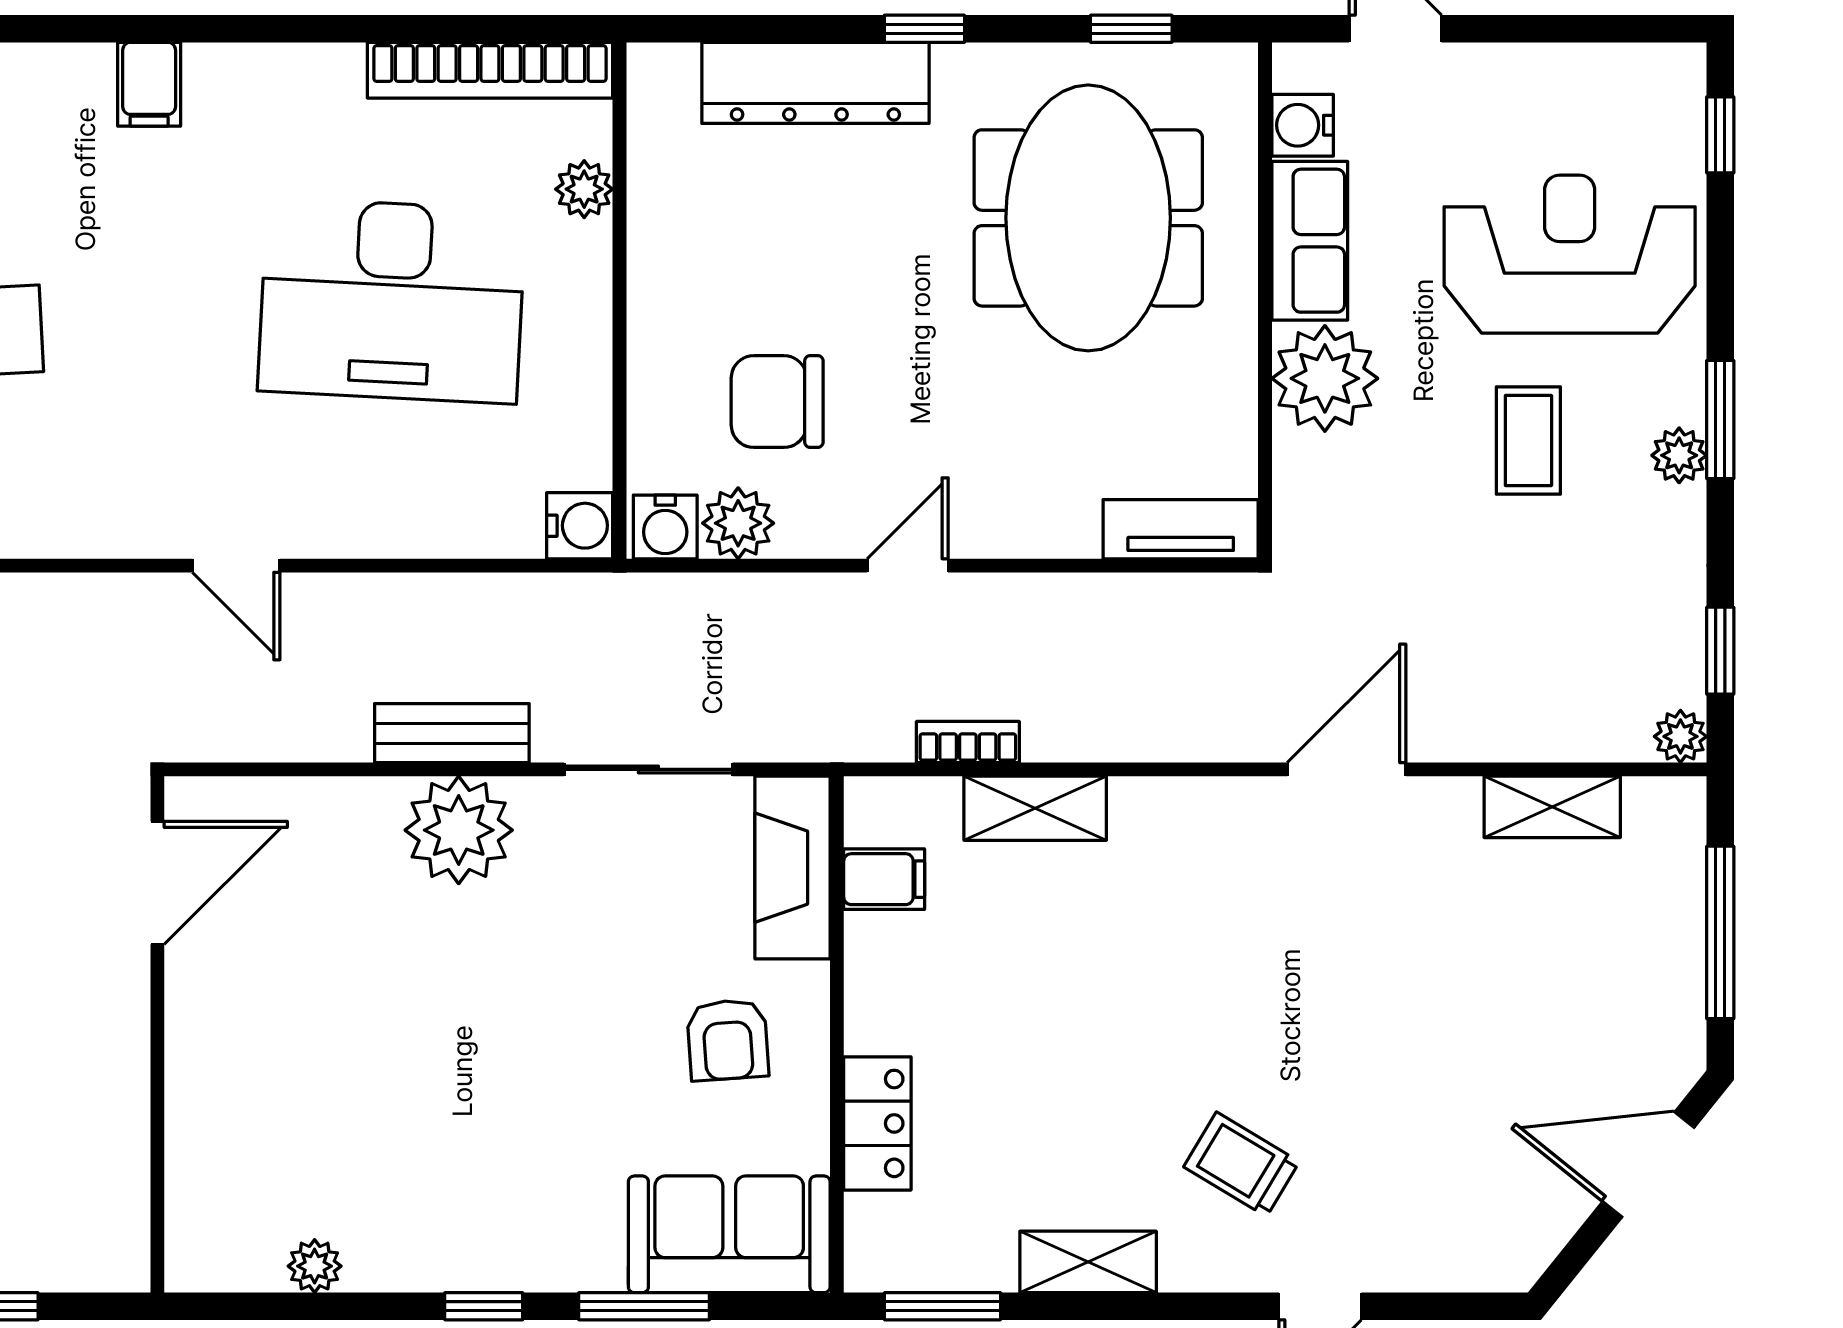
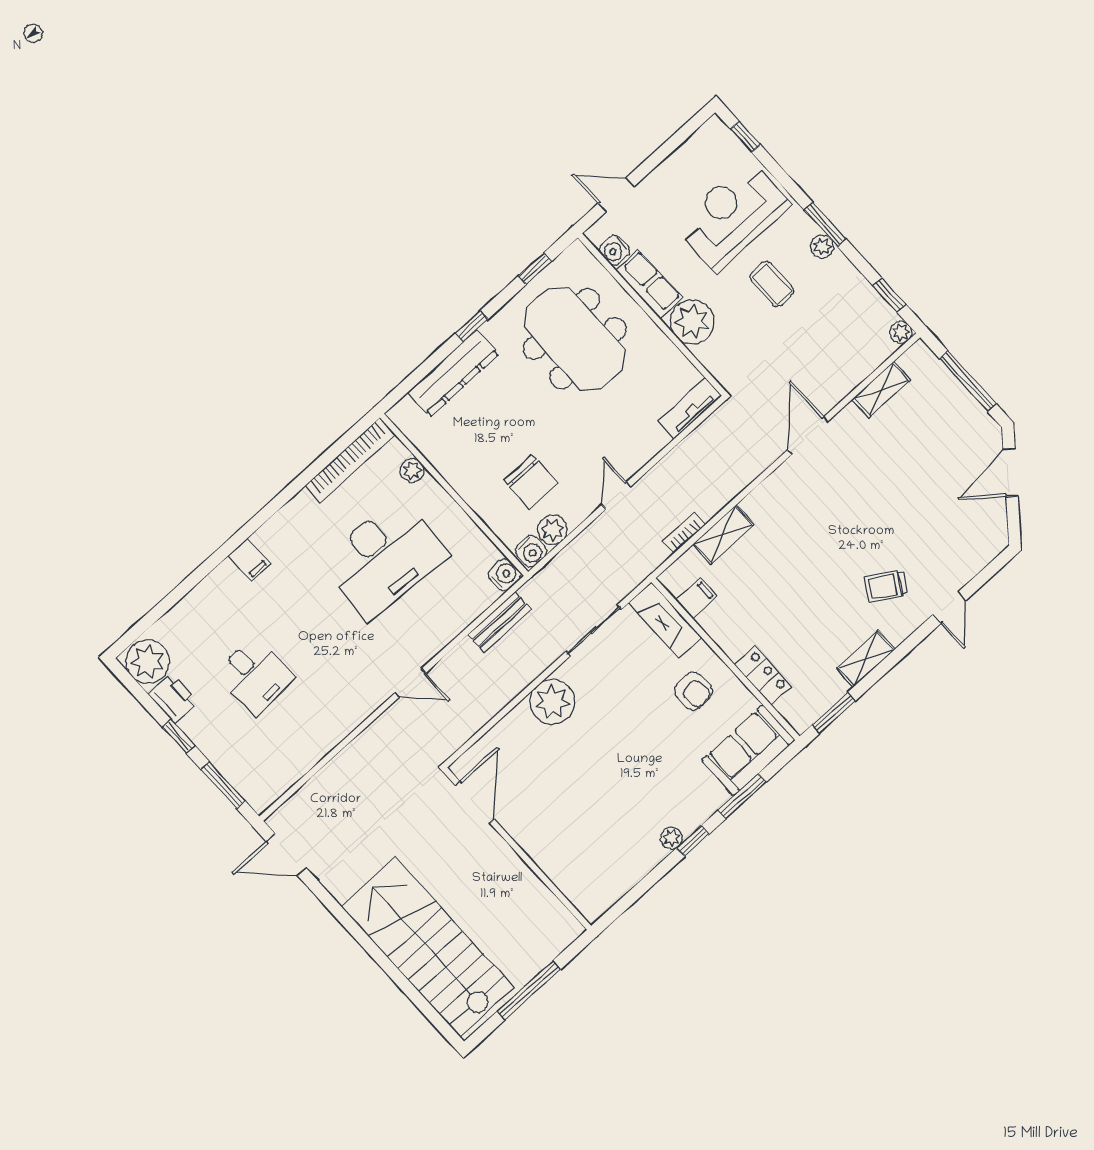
chair: (777, 402) -> (530, 482), turned -90
bench: (452, 733) -> (500, 622), moved
plant: (315, 1266) -> (671, 838), moved

